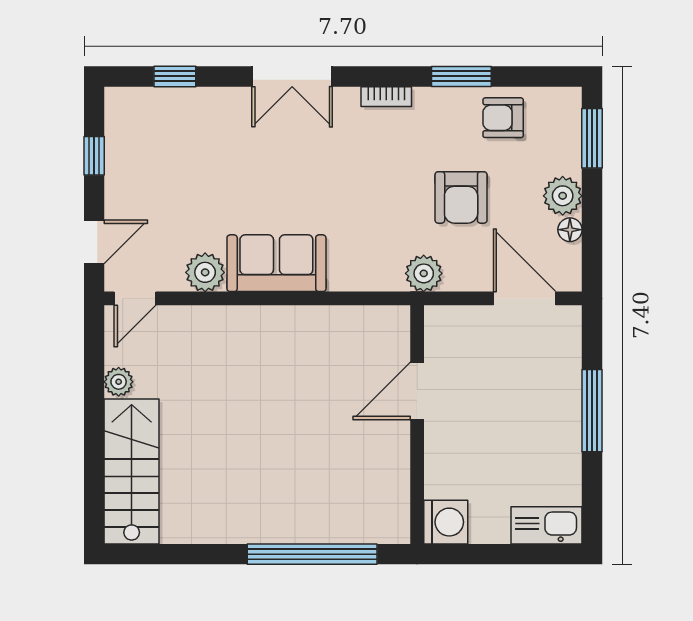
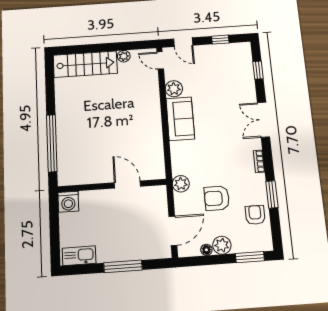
kitchen sink: (547, 525) -> (79, 256), moved, turned -90

